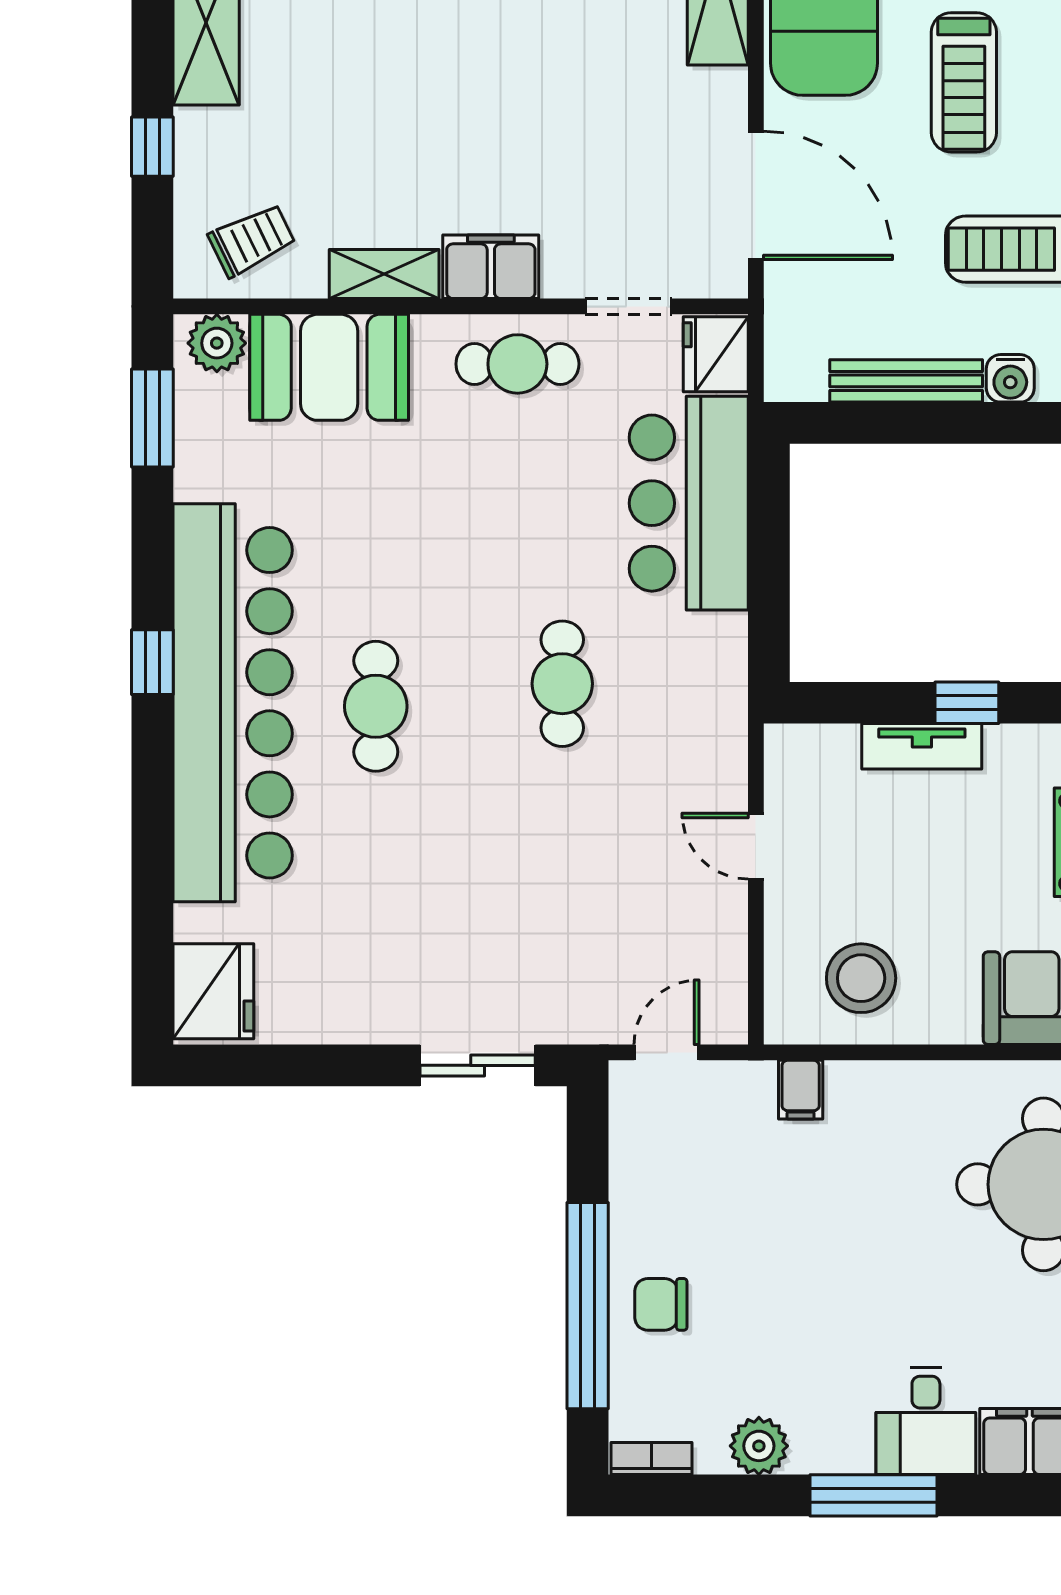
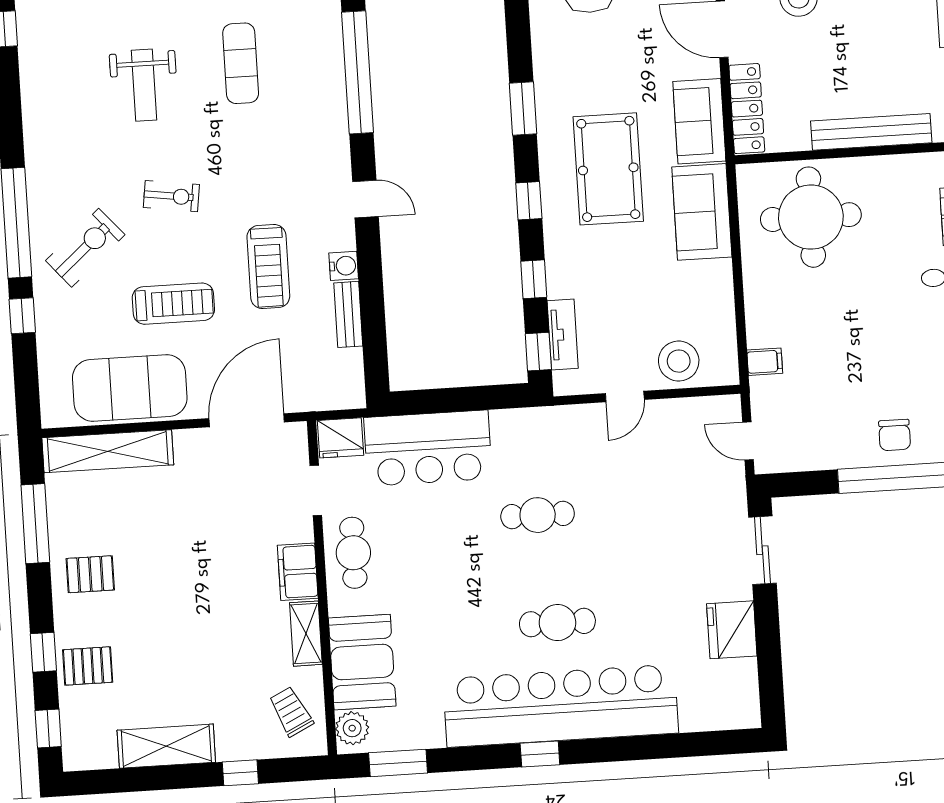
bench: (906, 381) -> (348, 314), width x0.73
window: (842, 703) -> (538, 352), added
tv unit: (922, 746) -> (563, 335), moved
stool: (861, 978) -> (679, 361), moved
fridge: (213, 991) -> (732, 630), moved, turned -90

